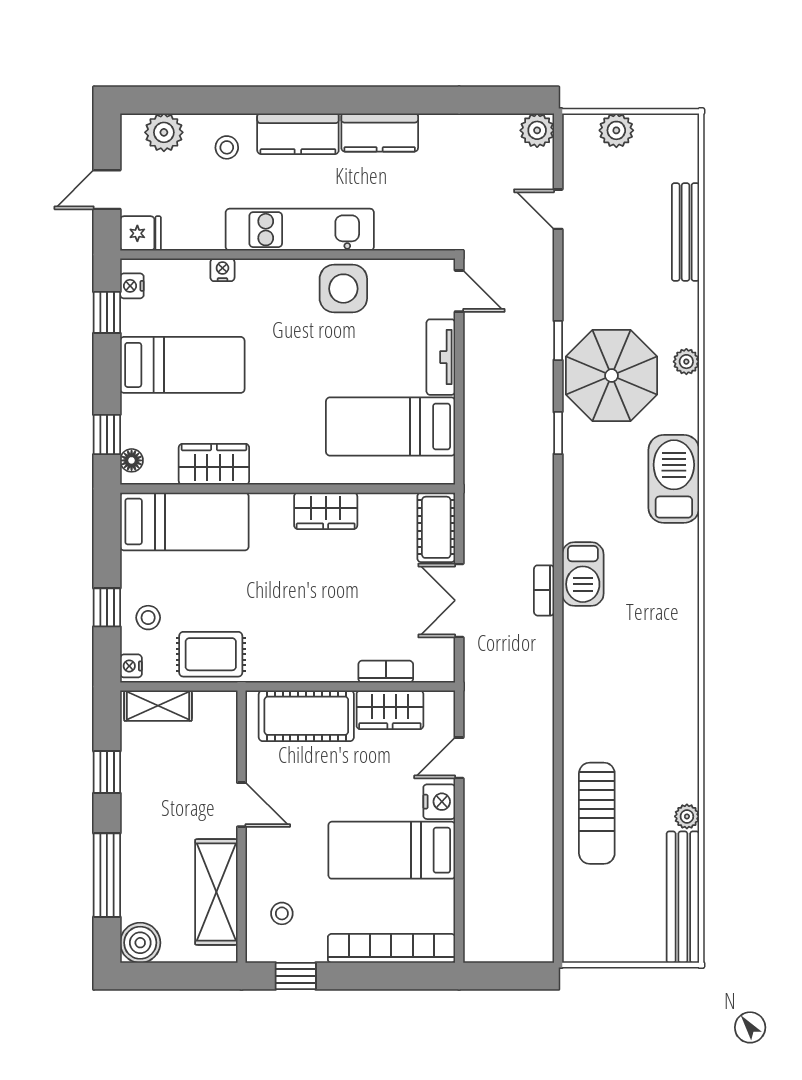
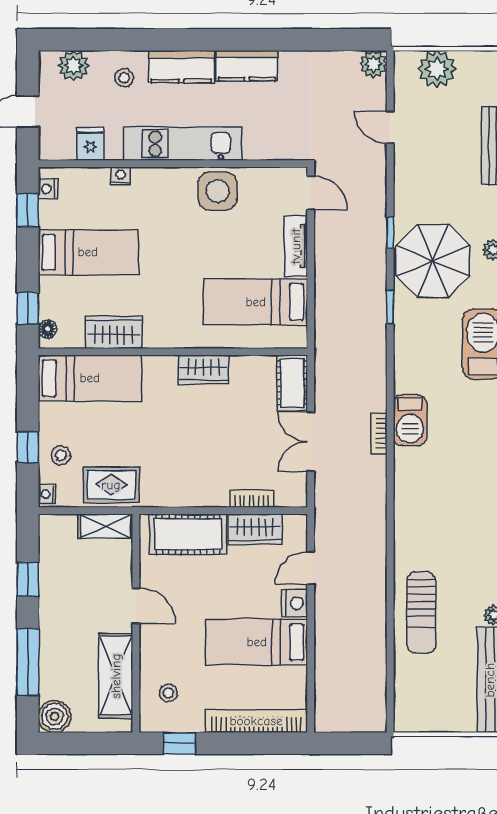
plant: (616, 130) -> (437, 69), width x1.36, depth x1.36
fridge: (141, 233) -> (90, 144), moved, turned -90
shelving: (158, 706) -> (105, 526), moved

